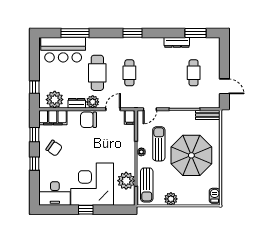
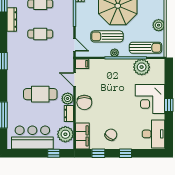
bar counter: (63, 50) -> (32, 137), moved, turned -90
cafe table: (129, 73) -> (40, 34), moved
corner desk: (92, 184) -> (150, 99), width x0.74, depth x0.74

